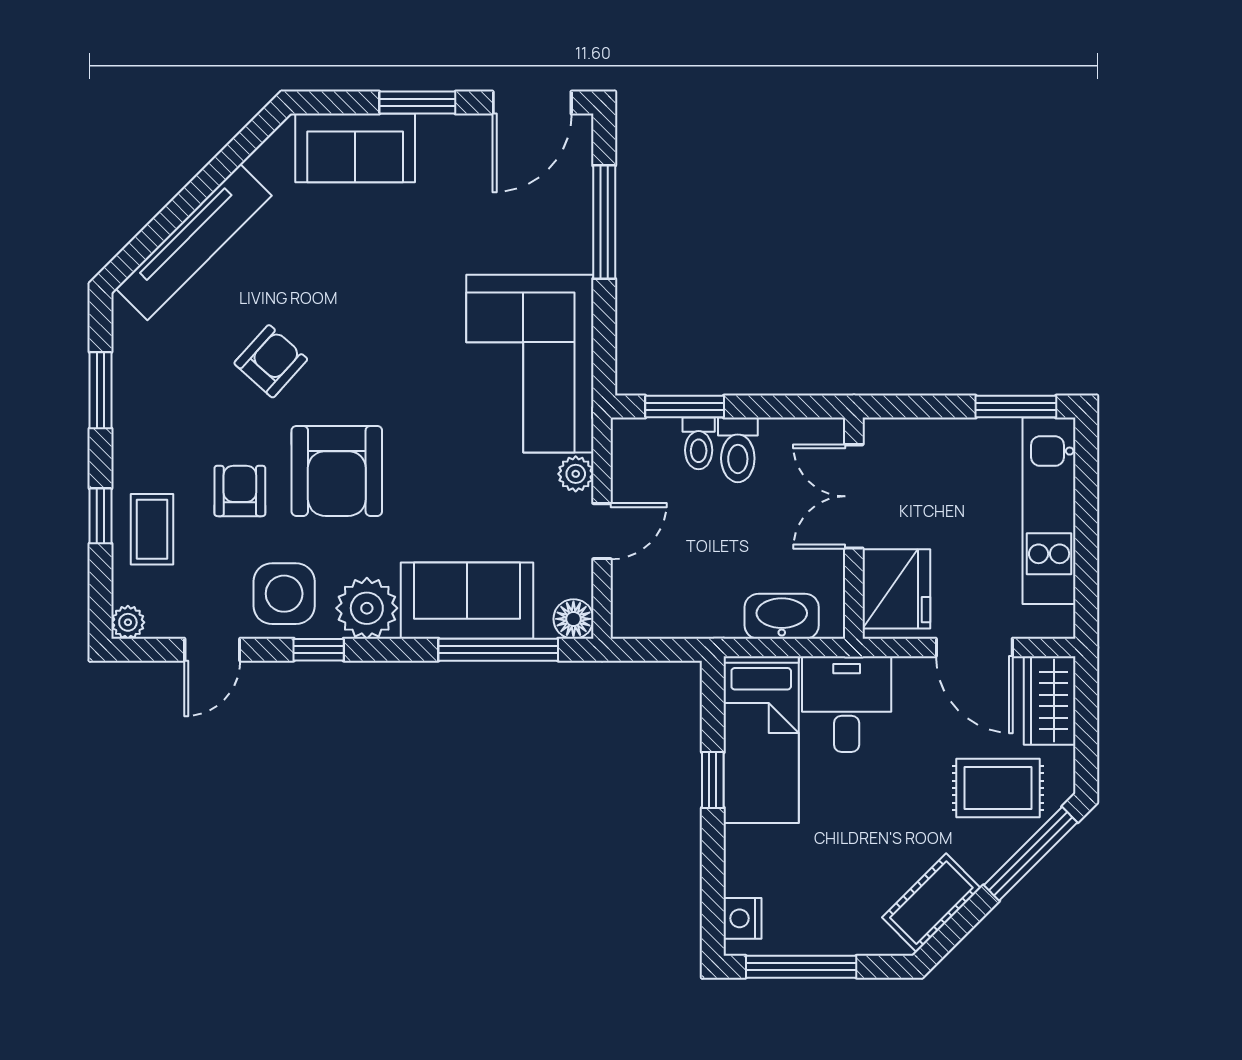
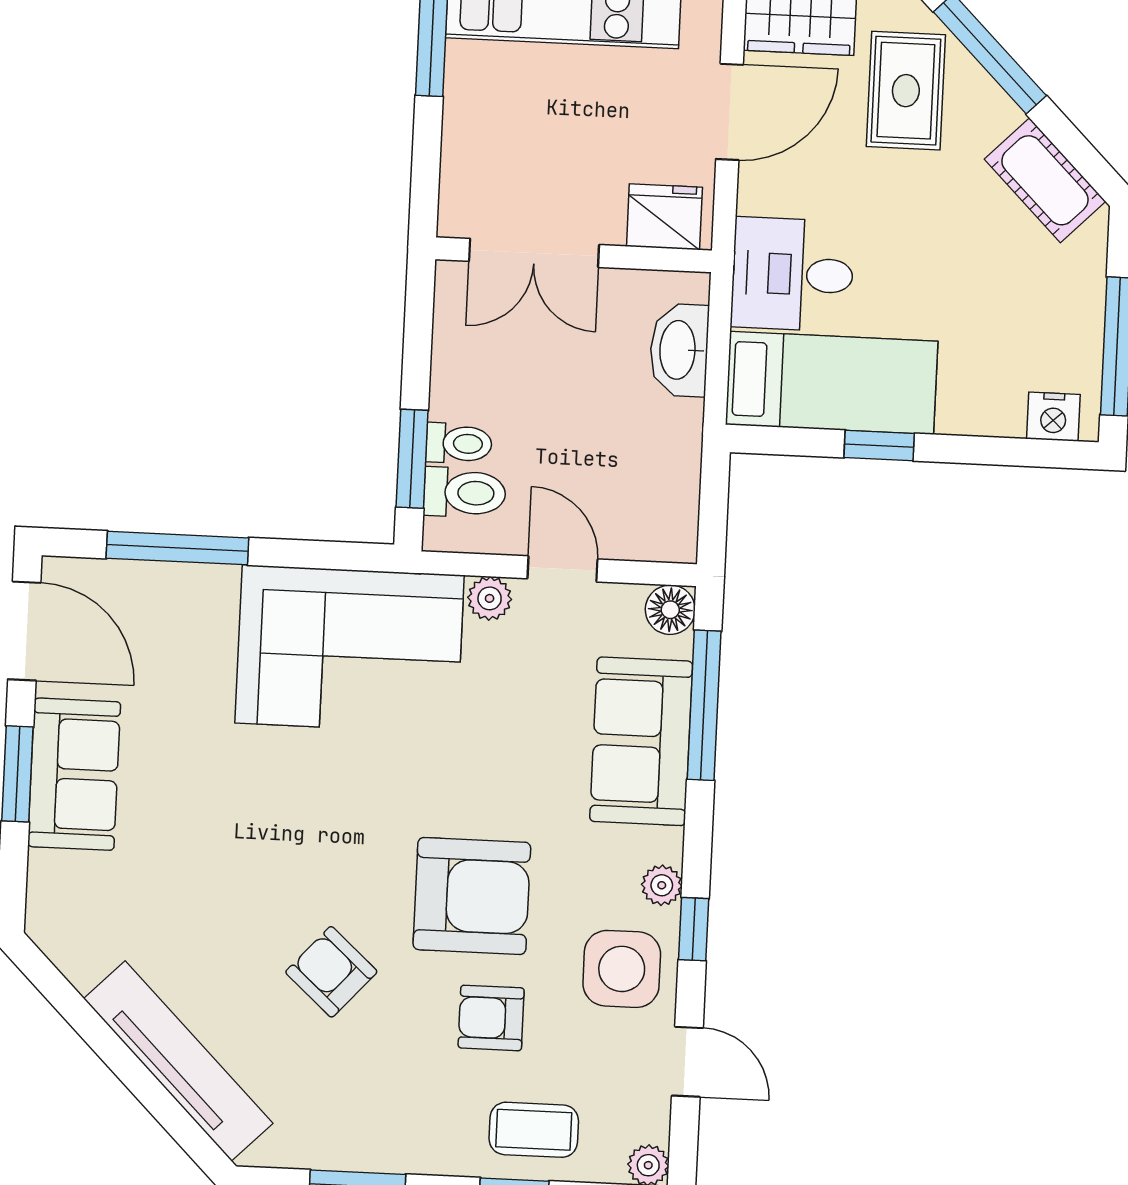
sofa: (355, 148) -> (74, 774), moved
toilet: (738, 450) -> (465, 493), moved
fridge: (896, 589) -> (664, 217), width x0.73, depth x0.75
plant: (367, 608) -> (662, 885), width x0.53, depth x0.53

